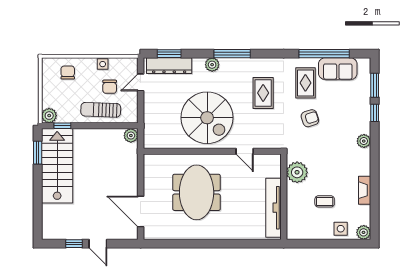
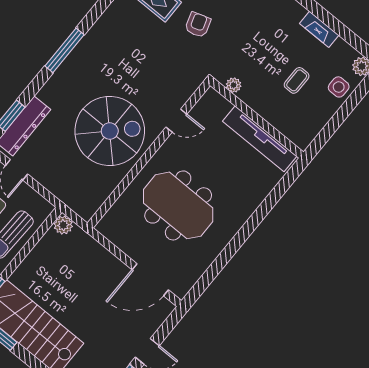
plant: (212, 65) -> (59, 81), removed
rug: (263, 93) -> (132, 52), removed
plant: (297, 172) -> (234, 85), width x0.53, depth x0.53

